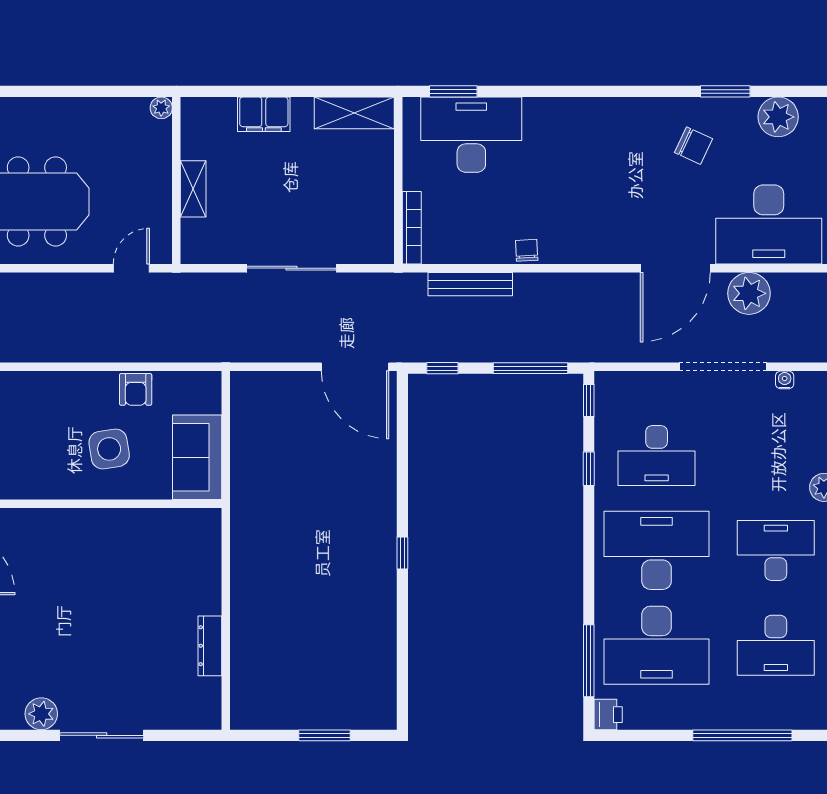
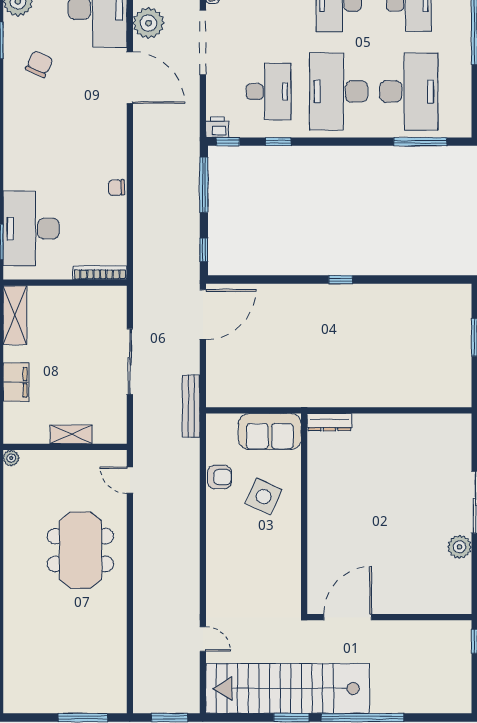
bench: (470, 284) -> (191, 406), moved
side table: (109, 449) -> (264, 497), turned 34
dresser: (210, 646) -> (329, 422), moved
printer: (608, 715) -> (217, 127), moved

